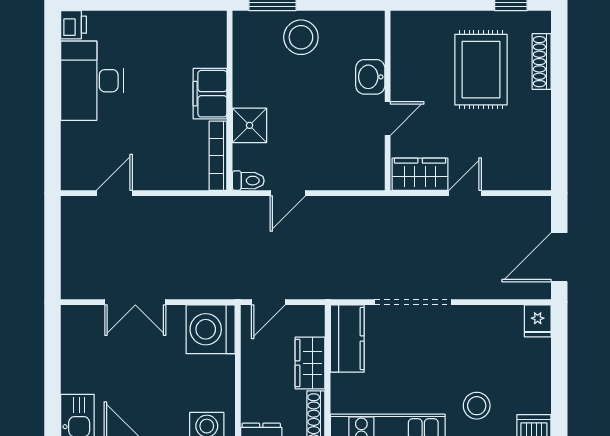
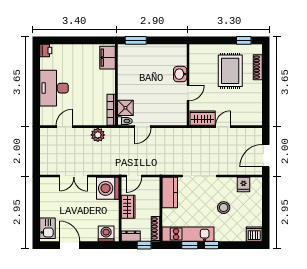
stool: (301, 37) -> (149, 56), removed
desk: (92, 81) -> (54, 88), moved
filing cabinet: (210, 94) -> (108, 58), moved
shower: (250, 125) -> (125, 108), moved
plant: (188, 211) -> (98, 135), added
fridge: (538, 321) -> (244, 184), moved
wardrobe: (310, 363) -> (128, 207), moved, turned 180
stool: (477, 406) -> (224, 208), moved

